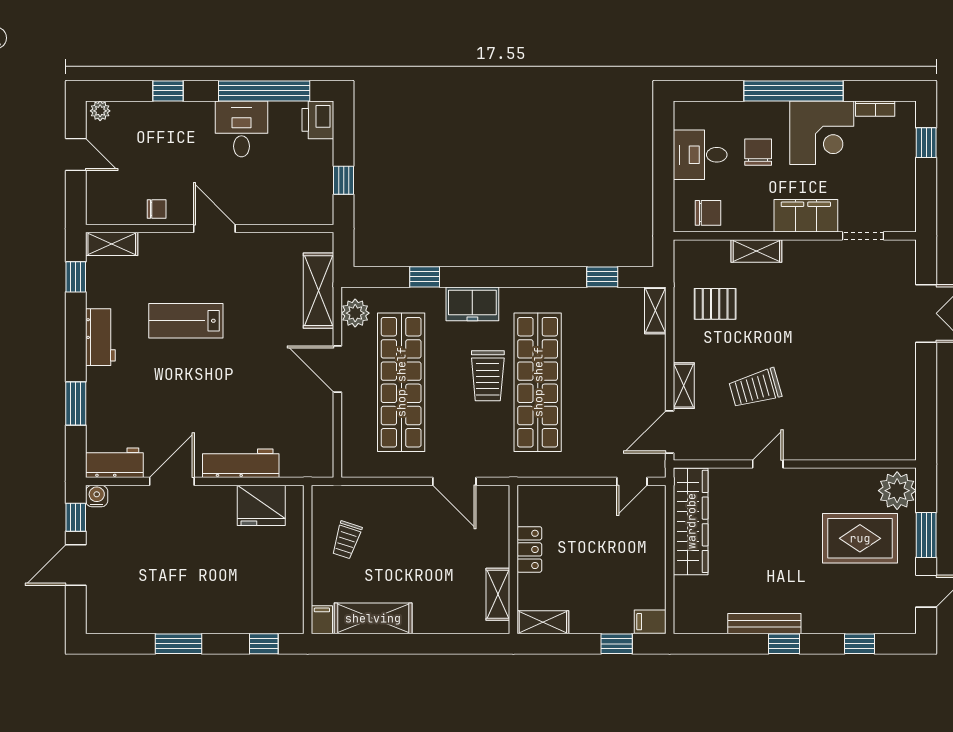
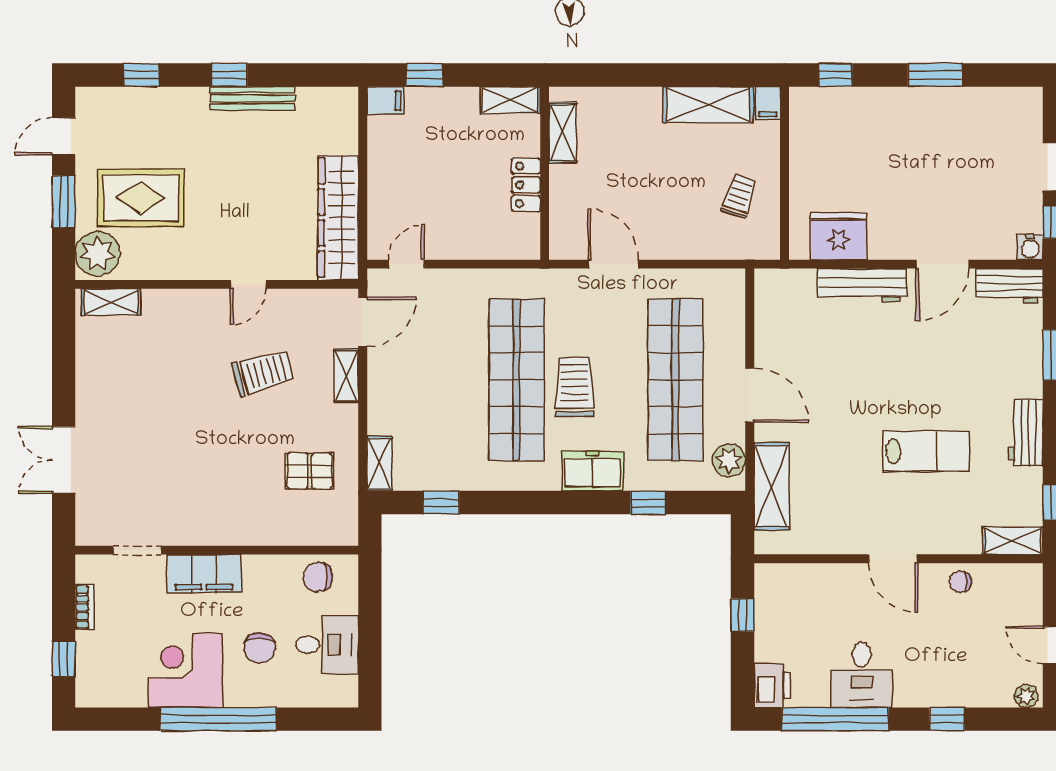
bookcase: (875, 109) -> (84, 607), moved, turned 90
shelving: (756, 251) -> (111, 302), moved

